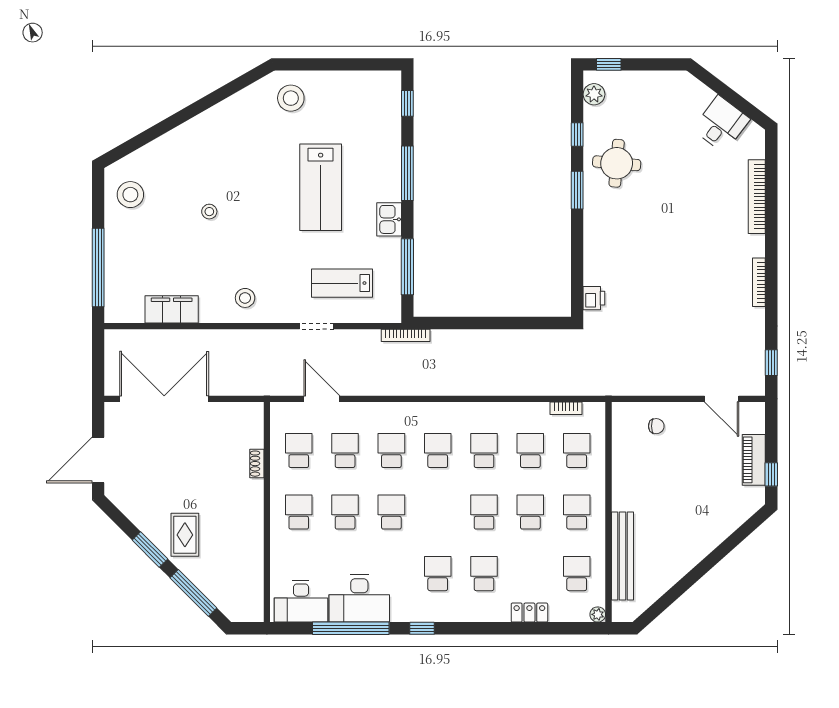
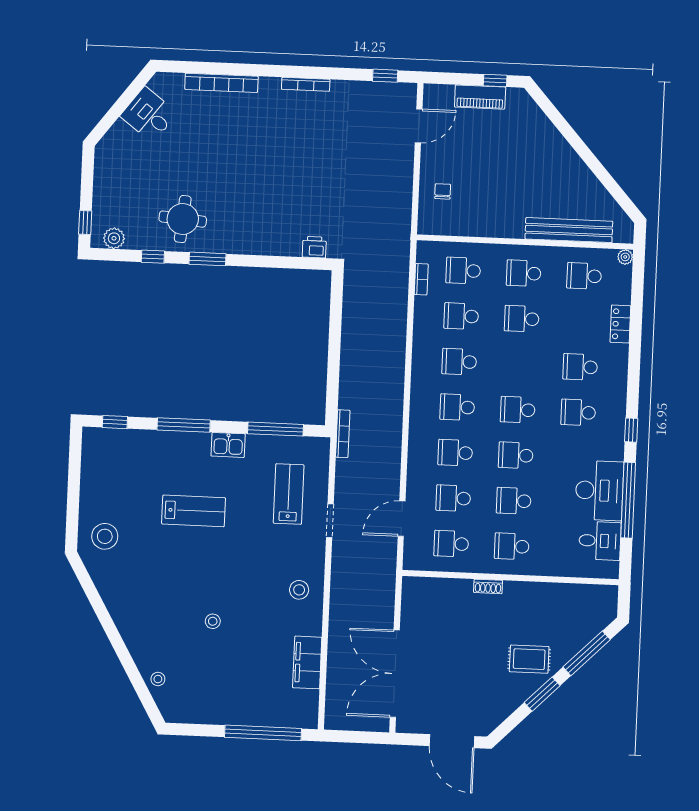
lab bench: (321, 187) -> (194, 511), width x0.73, depth x0.72
stool: (130, 195) -> (158, 679), moved, width x0.53, depth x0.53
lab bench: (342, 283) -> (289, 494), turned 180
shoe rack: (257, 464) -> (488, 586), moved
school desk: (484, 512) -> (518, 410), moved
desk: (301, 601) -> (600, 541), width x0.73

